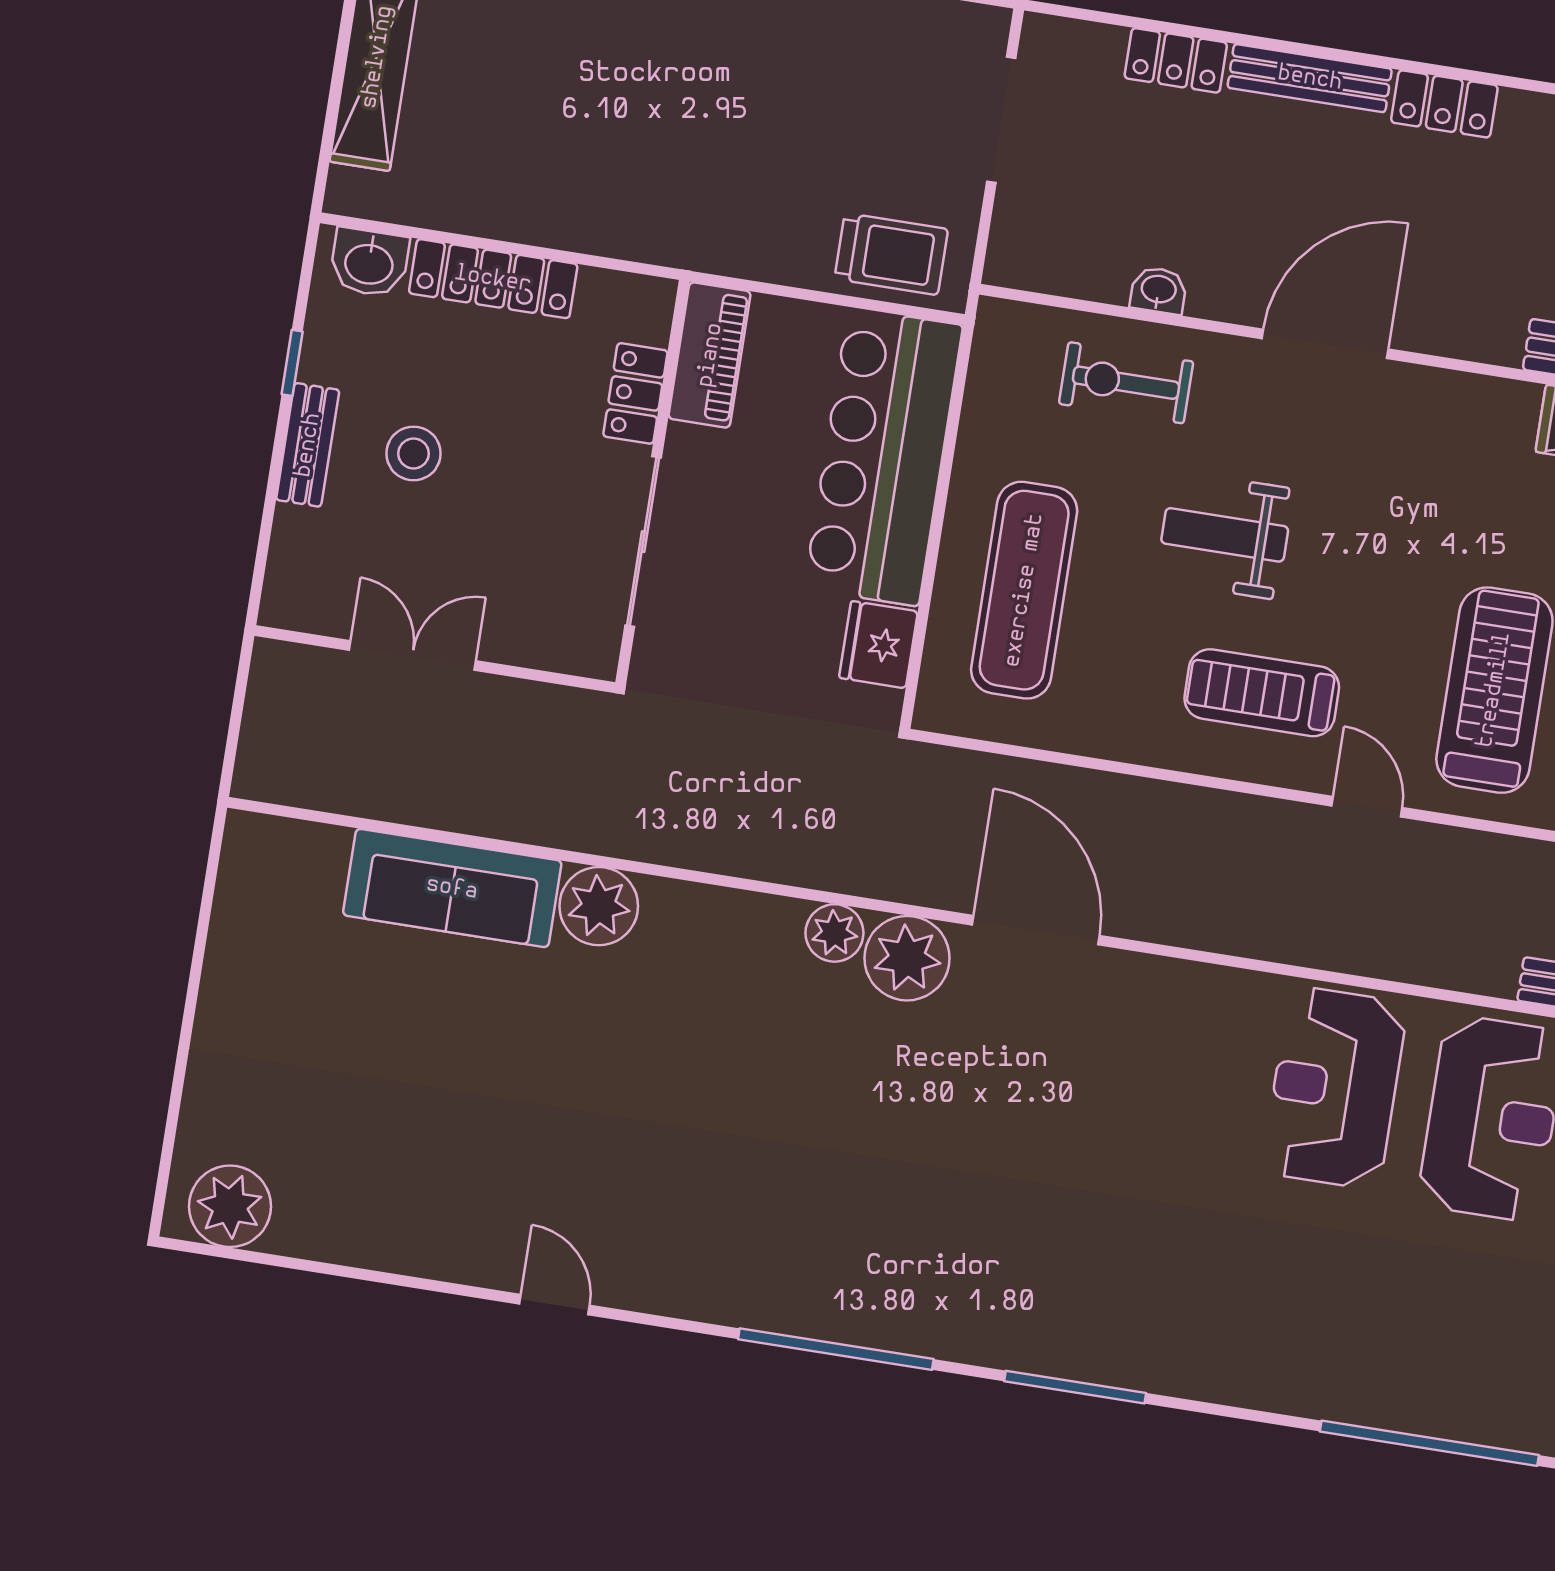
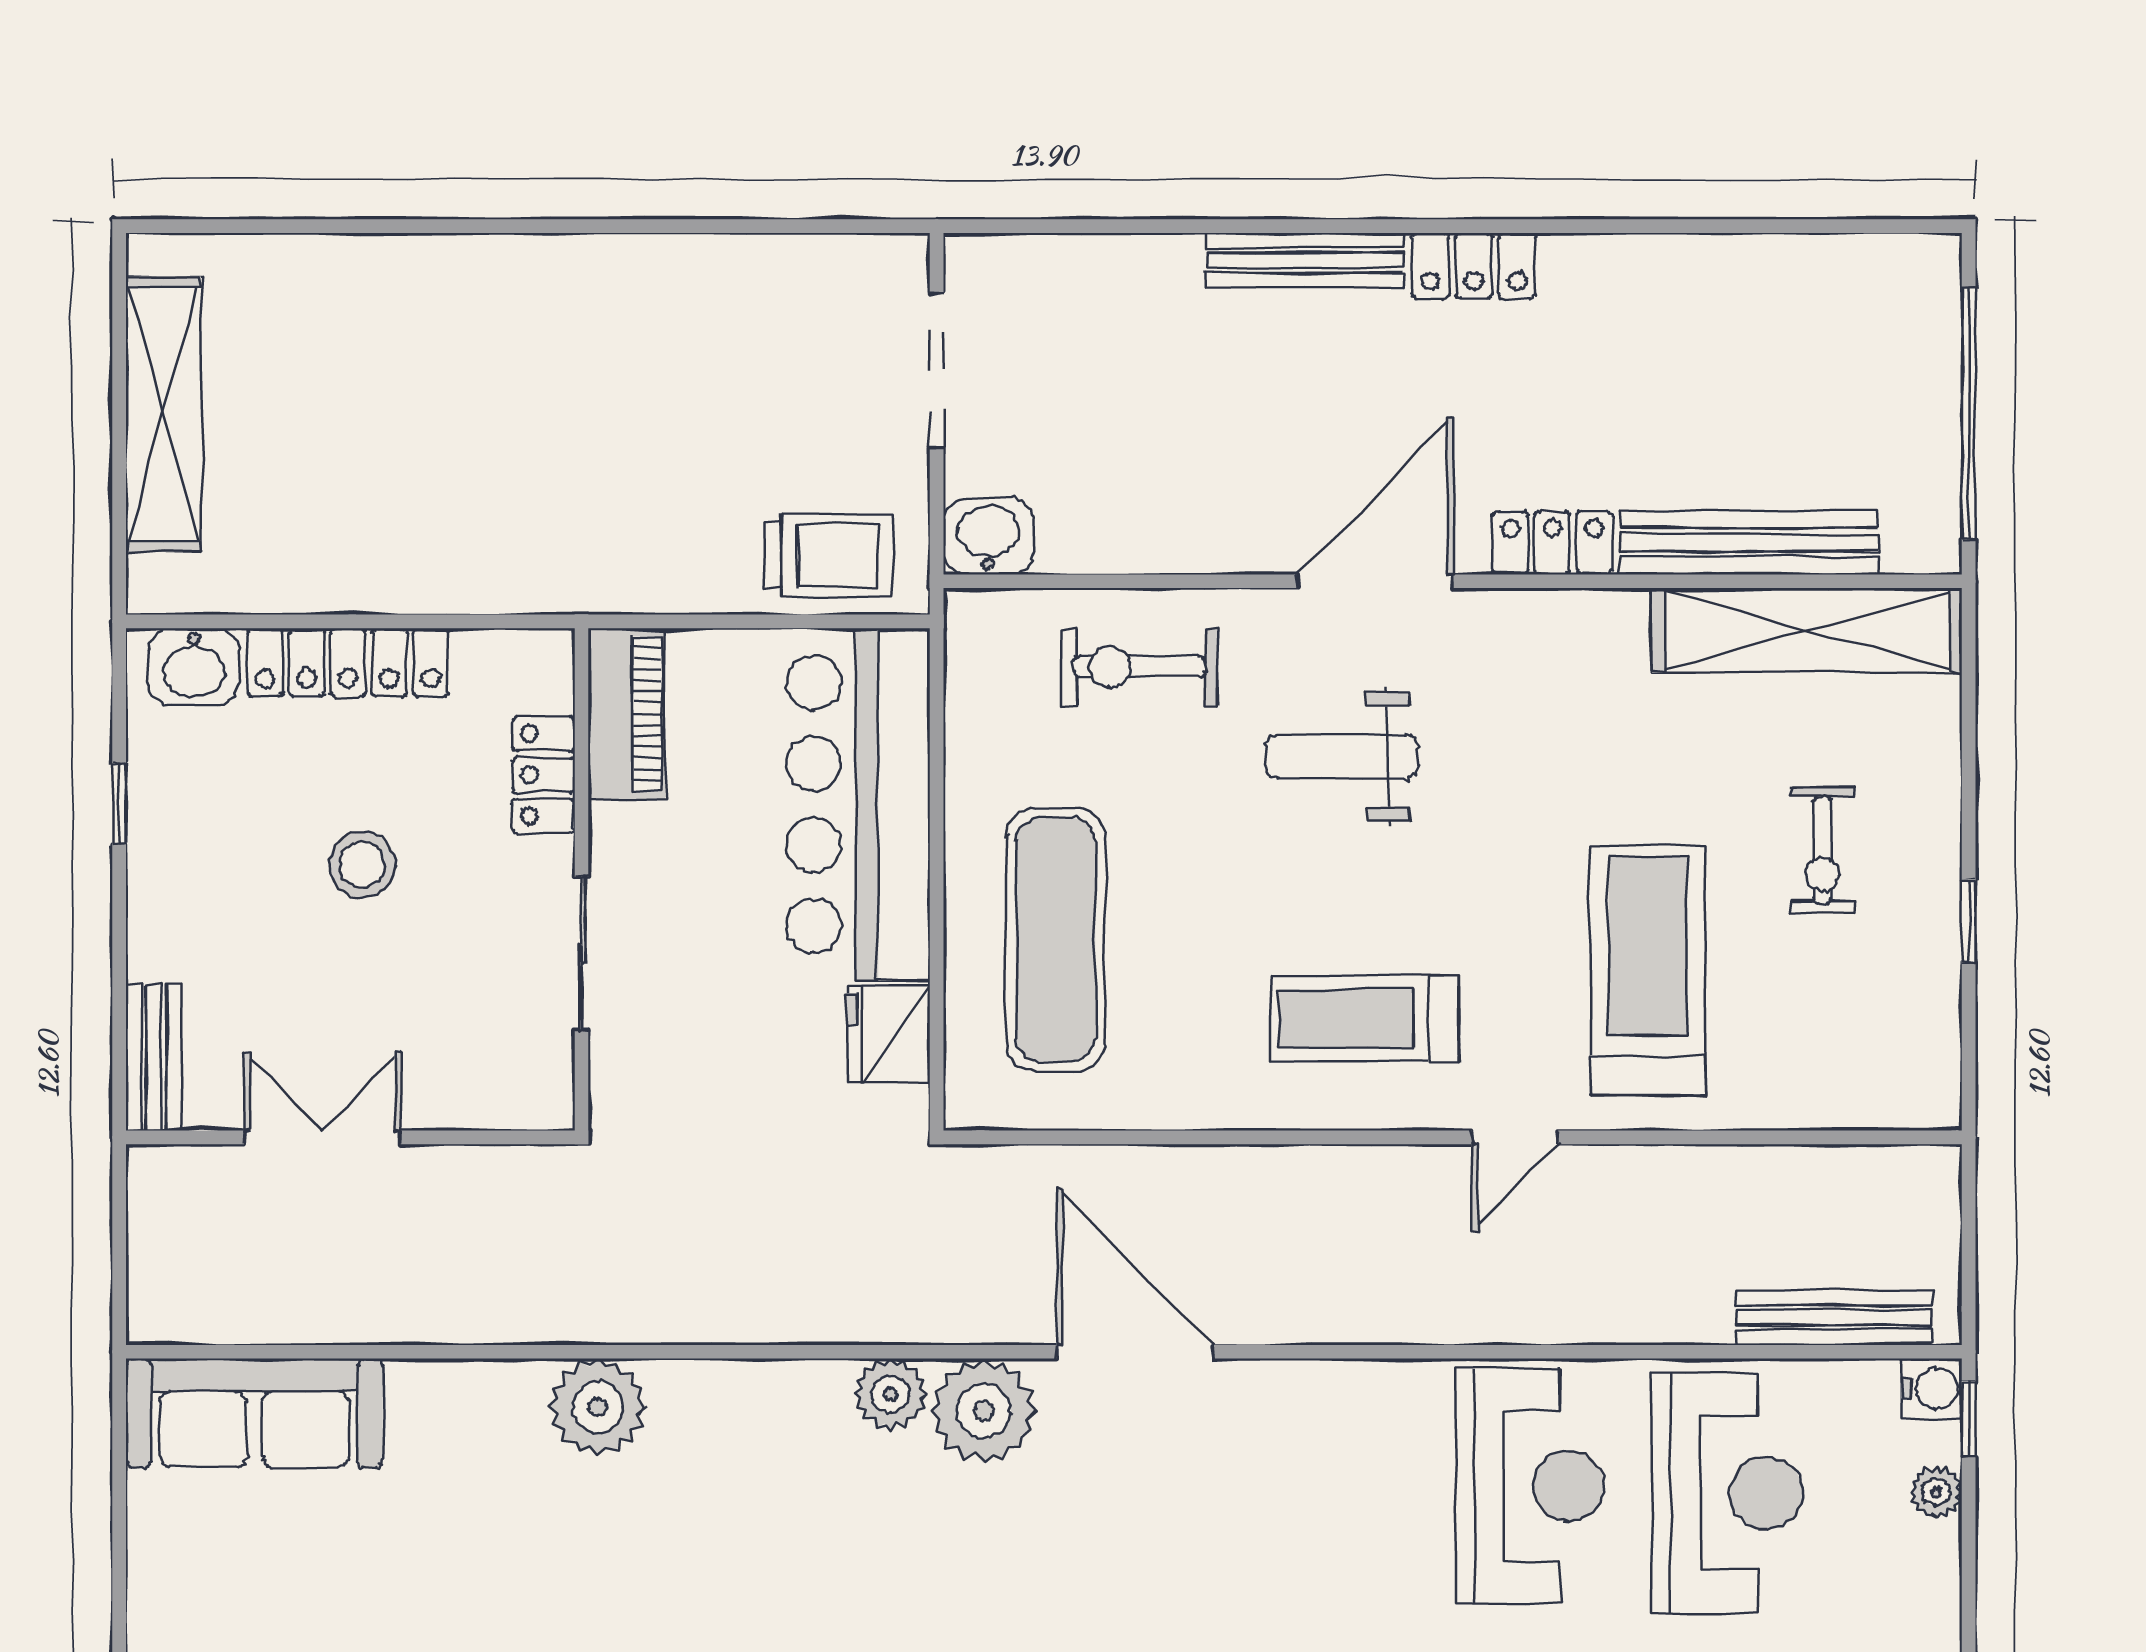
locker: (1176, 60) -> (1552, 543), moved, turned 180
washbasin: (1159, 290) -> (988, 536), moved, width x1.38, depth x1.45
bench: (308, 445) -> (154, 1057), moved
stool: (413, 453) -> (362, 865), moved
weight bench: (1225, 535) -> (1342, 757), moved
sliding door: (643, 542) -> (582, 954), width x0.73
door: (1367, 807) -> (1515, 1137), swing flipped
sofa: (452, 888) -> (254, 1413), moved
reception desk: (1335, 1088) -> (1530, 1486), turned 180

